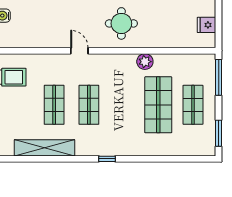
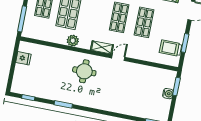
door: (79, 51) -> (118, 58), swing flipped
shelving: (104, 60) -> (102, 47), added

